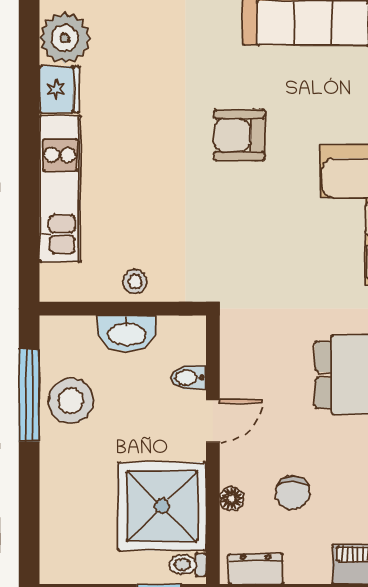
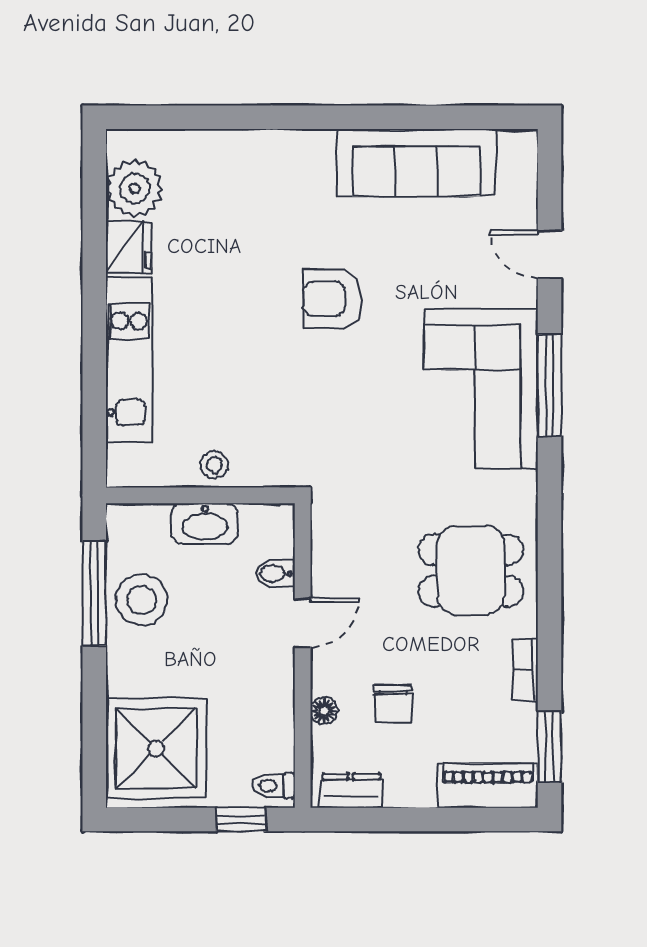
shower: (162, 506) -> (156, 748), moved

